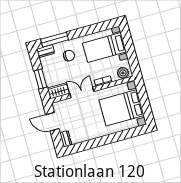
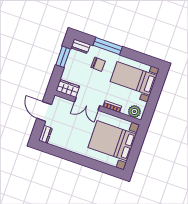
window: (55, 40) -> (108, 46), moved
window: (40, 79) -> (63, 57), moved
double door: (82, 92) -> (87, 104), swing flipped

